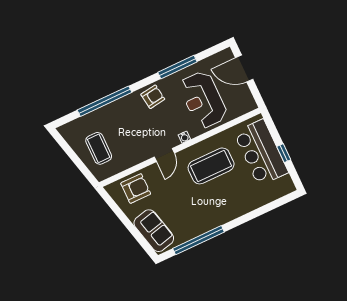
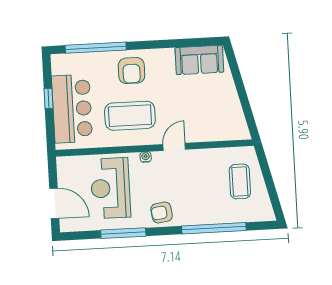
reception desk: (203, 100) -> (110, 188), turned 180
armchair: (136, 189) -> (132, 71), moved, turned -90
sofa: (154, 231) -> (199, 60), moved, turned -76
window: (198, 240) -> (96, 48), moved

